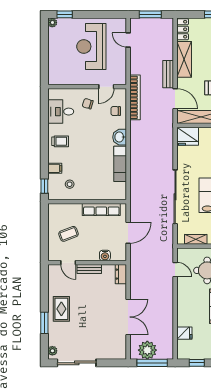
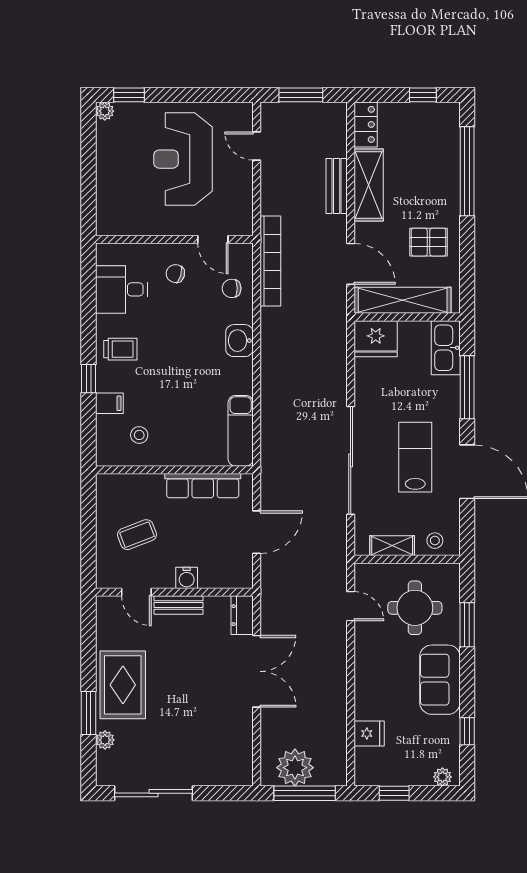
bench: (168, 74) -> (337, 186), moved
door: (106, 87) -> (213, 239), hinge flipped
exam couch: (120, 164) -> (241, 431), moved
window: (44, 186) -> (88, 379), moved
water cooler: (105, 255) -> (187, 578), moved
rug: (61, 309) -> (123, 685), width x1.36, depth x1.43
double door: (128, 317) -> (257, 671), moved
plant: (52, 351) -> (105, 740), moved

